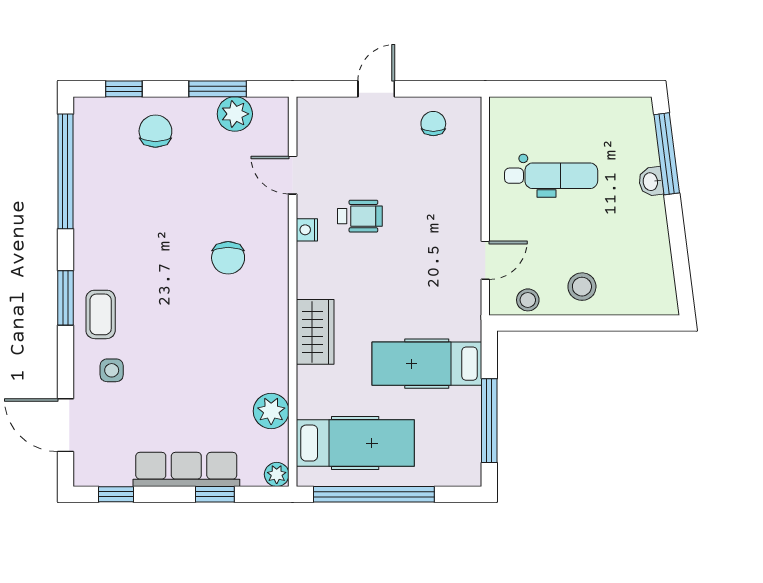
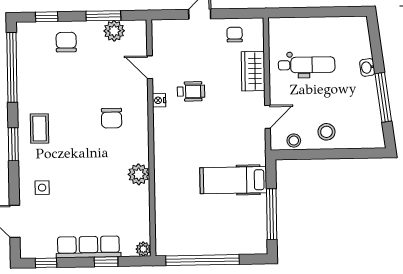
window: (667, 154) -> (383, 97), moved
coffee table: (101, 314) -> (39, 128), moved
wardrobe: (315, 332) -> (253, 71), moved, turned 180
plant: (271, 411) -> (139, 174), moved
hospital bed: (355, 443) -> (191, 229), removed

